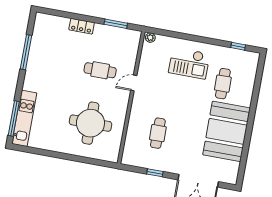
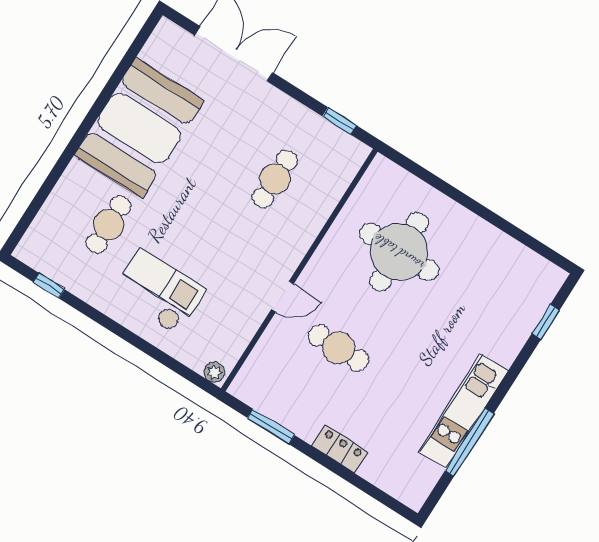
window: (14, 118) -> (546, 322), width x0.46
kitchen unit: (24, 118) -> (463, 411), moved
window: (155, 173) -> (340, 121), moved

